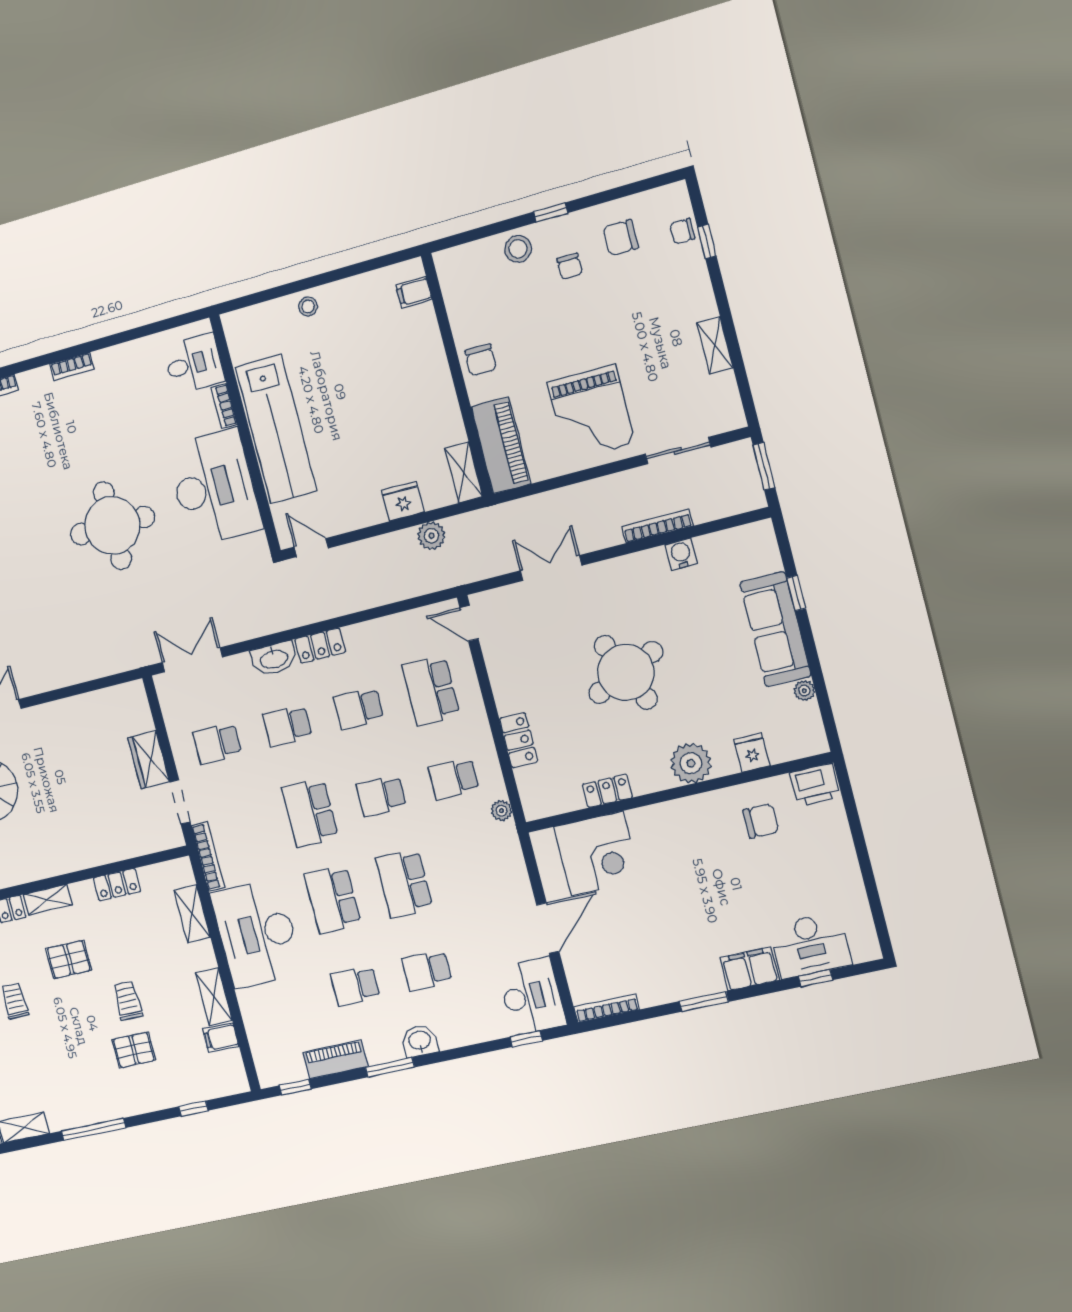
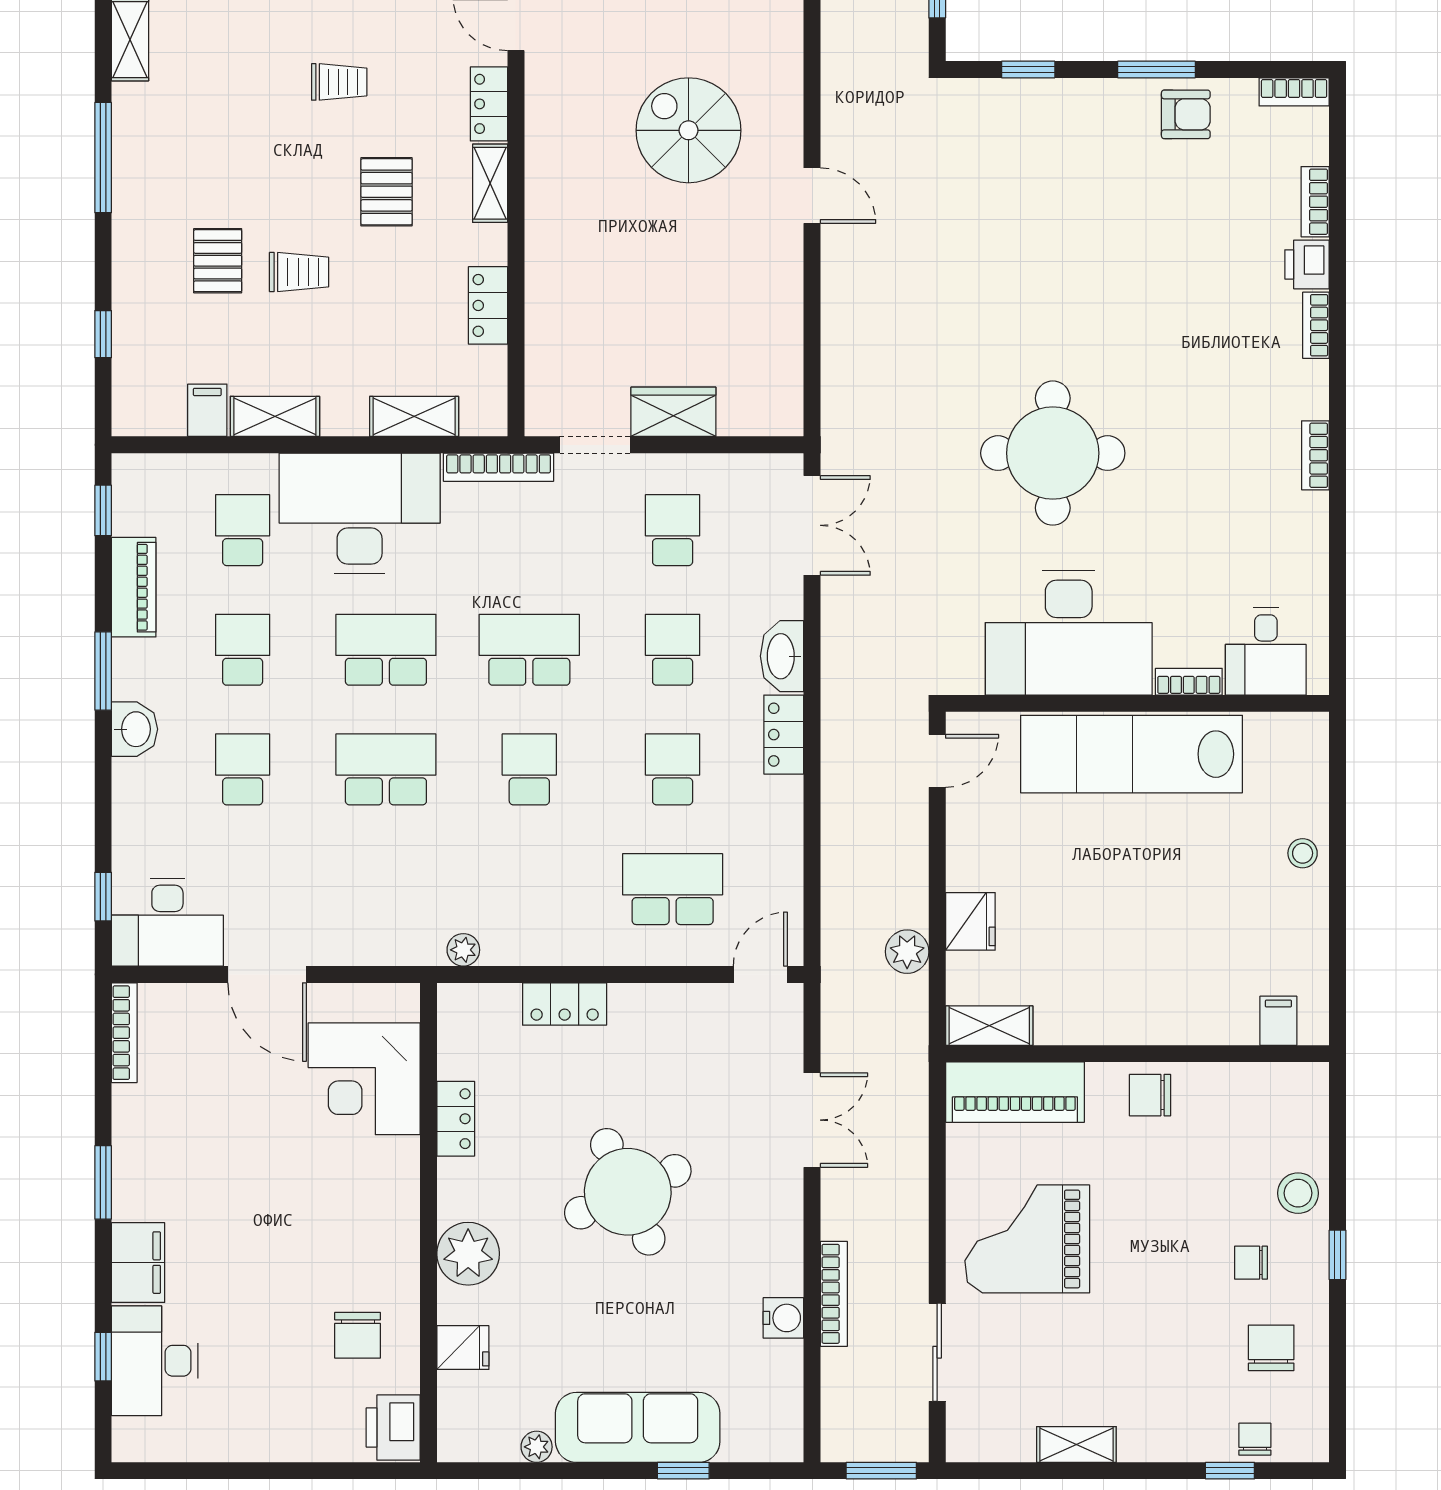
school desk: (454, 779) -> (243, 530), moved

